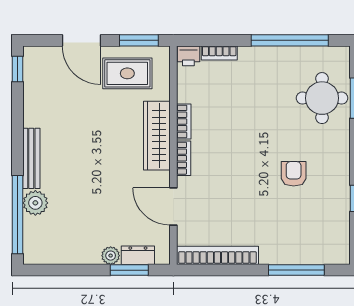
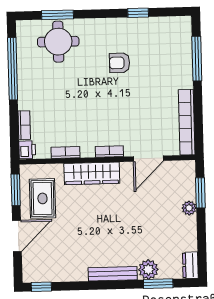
bookcase: (184, 121) -> (66, 152), moved
window: (17, 215) -> (158, 284), width x0.47
dresser: (138, 255) -> (190, 265), moved

